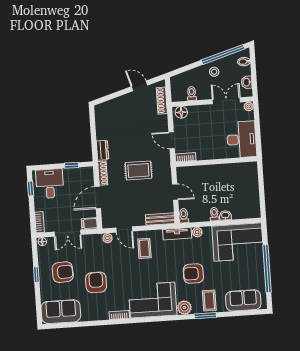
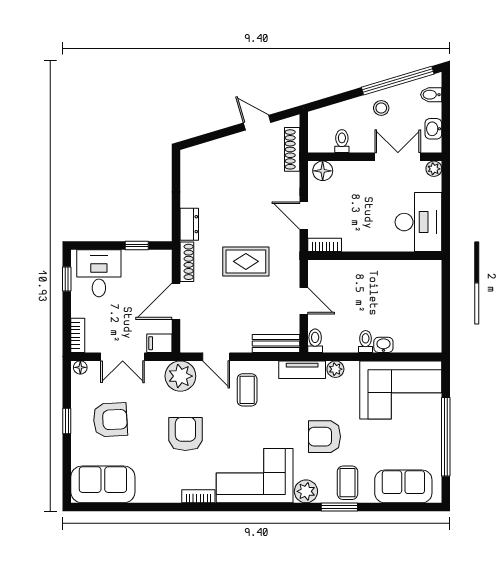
plant: (107, 238) -> (180, 376), width x1.88, depth x1.88
armchair: (96, 282) -> (185, 434), moved

